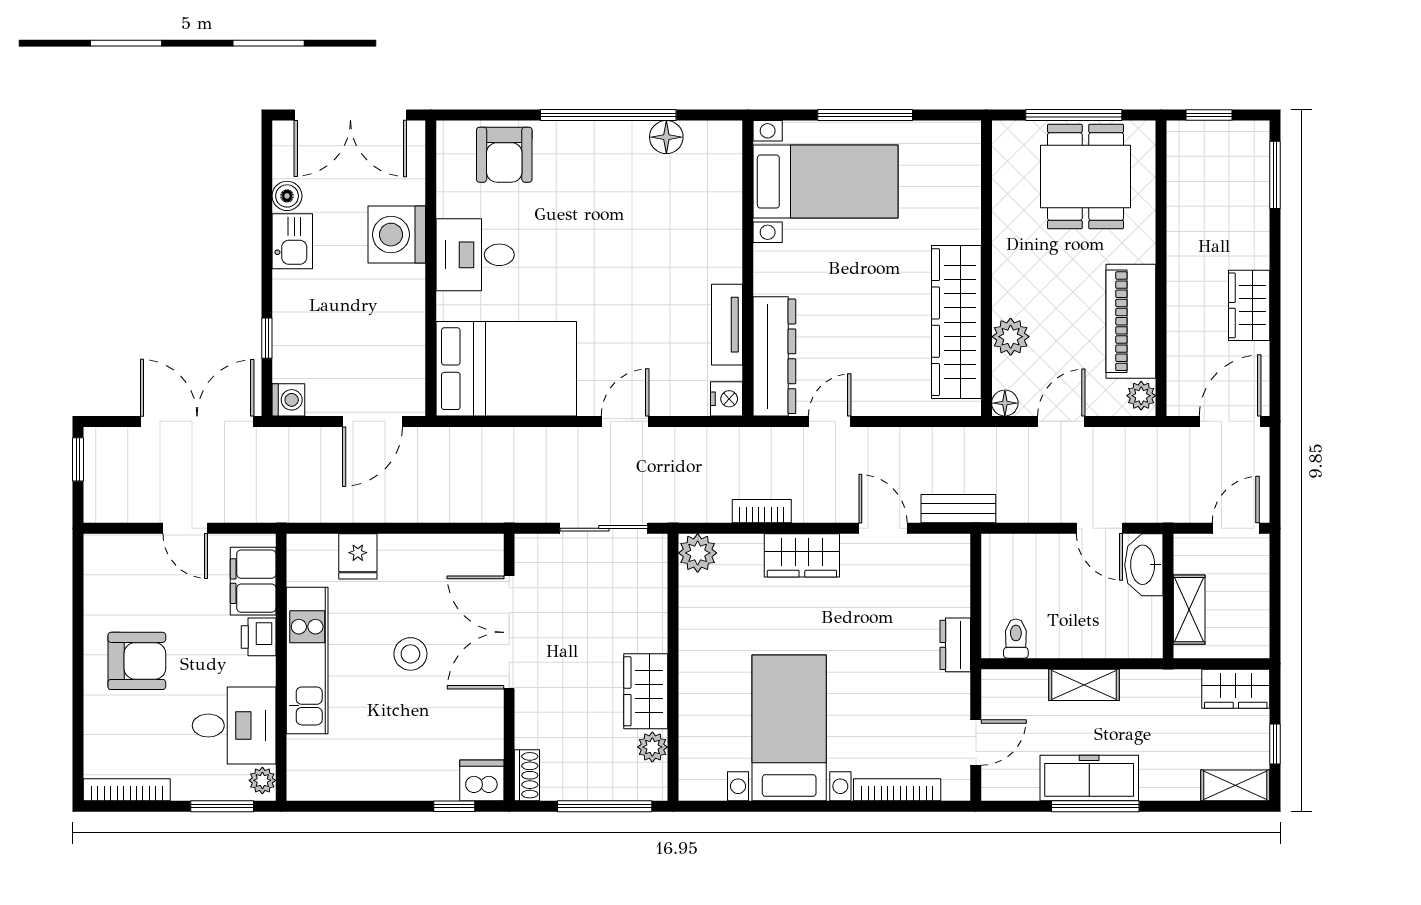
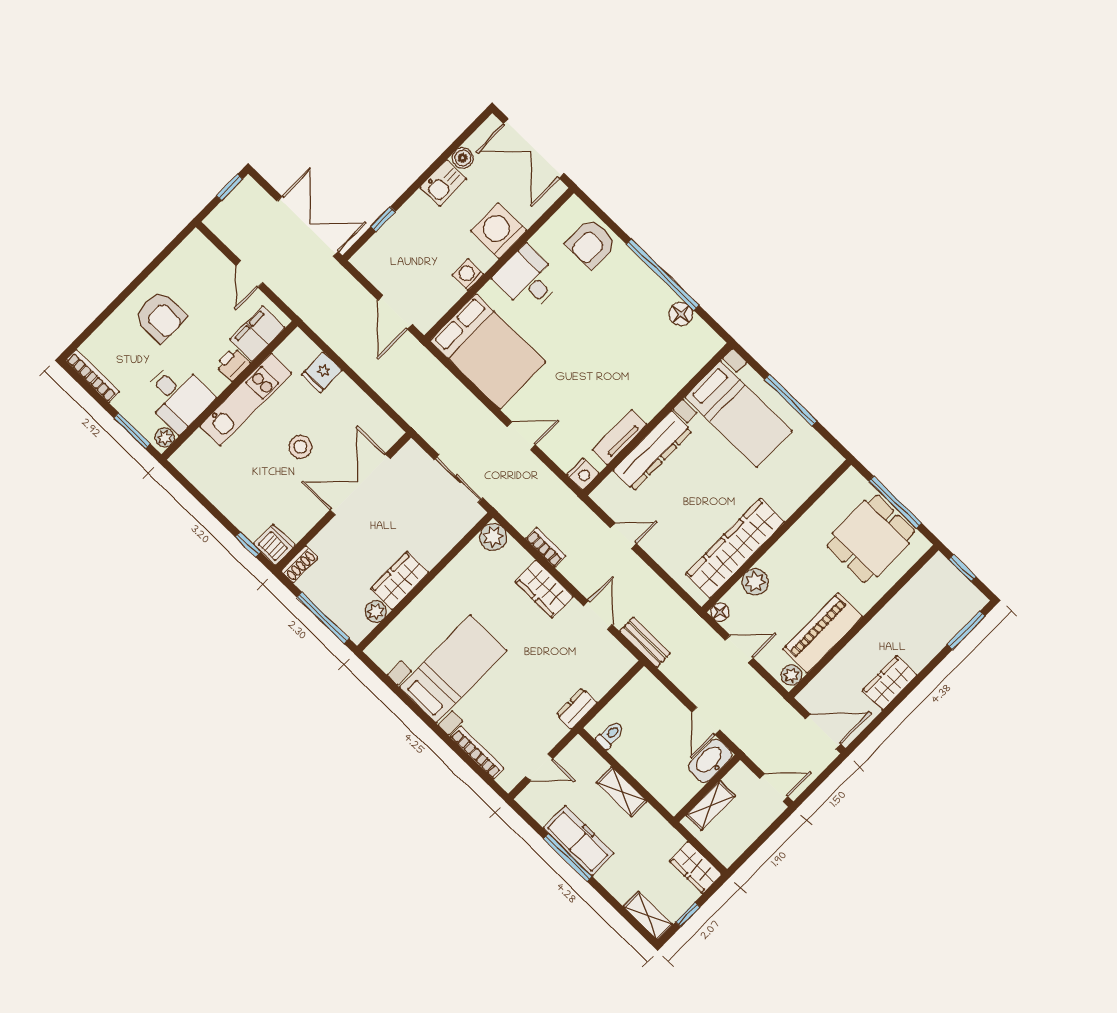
dresser: (774, 356) -> (653, 451), moved
washing machine: (288, 400) -> (468, 275), moved, turned 180
door: (372, 421) -> (395, 312), hinge flipped

